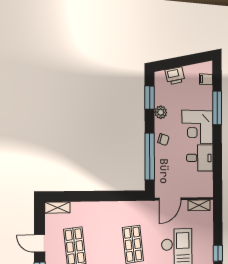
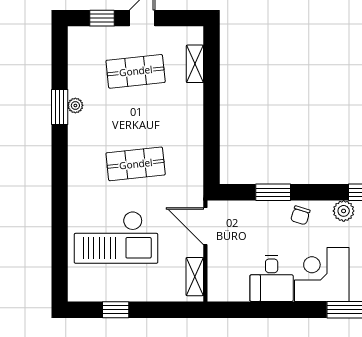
window: (150, 156) -> (273, 192), width x0.47
shelving: (57, 208) -> (195, 64), moved

